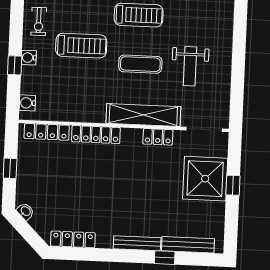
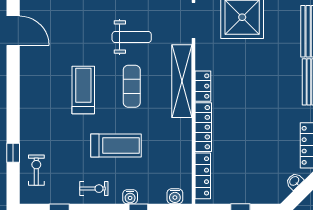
treadmill: (81, 46) -> (116, 145), turned 90
locker: (158, 137) -> (203, 86), moved
washbasin: (25, 211) -> (294, 181), moved

